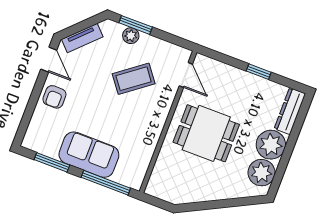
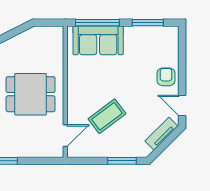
plant: (131, 36) -> (123, 151), removed
door: (186, 75) -> (65, 136), swing flipped
sofa: (89, 155) -> (98, 40), moved

